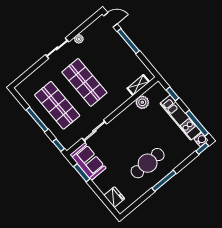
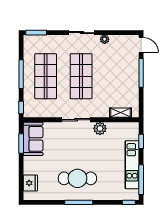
window: (22, 78) -> (36, 33), added
plant: (142, 102) -> (100, 128), moved
sliding door: (94, 131) -> (76, 120), moved
water cooler: (201, 140) -> (134, 195), removed

